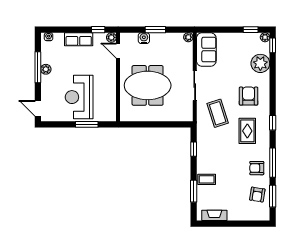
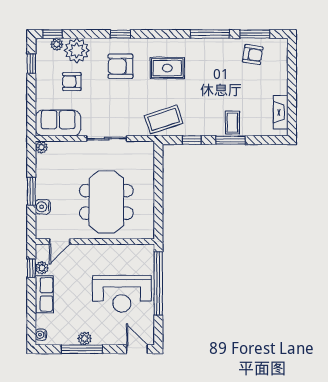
plant: (111, 37) -> (42, 268), moved
plant: (265, 37) -> (57, 44), moved
door: (38, 108) -> (137, 349), swing flipped
coffee table: (218, 113) -> (164, 119), moved
window: (273, 123) -> (120, 34), moved
window: (87, 124) -> (158, 283), width x2.11
armchair: (257, 168) -> (72, 82), moved, turned 90
window: (194, 191) -> (231, 140), moved

